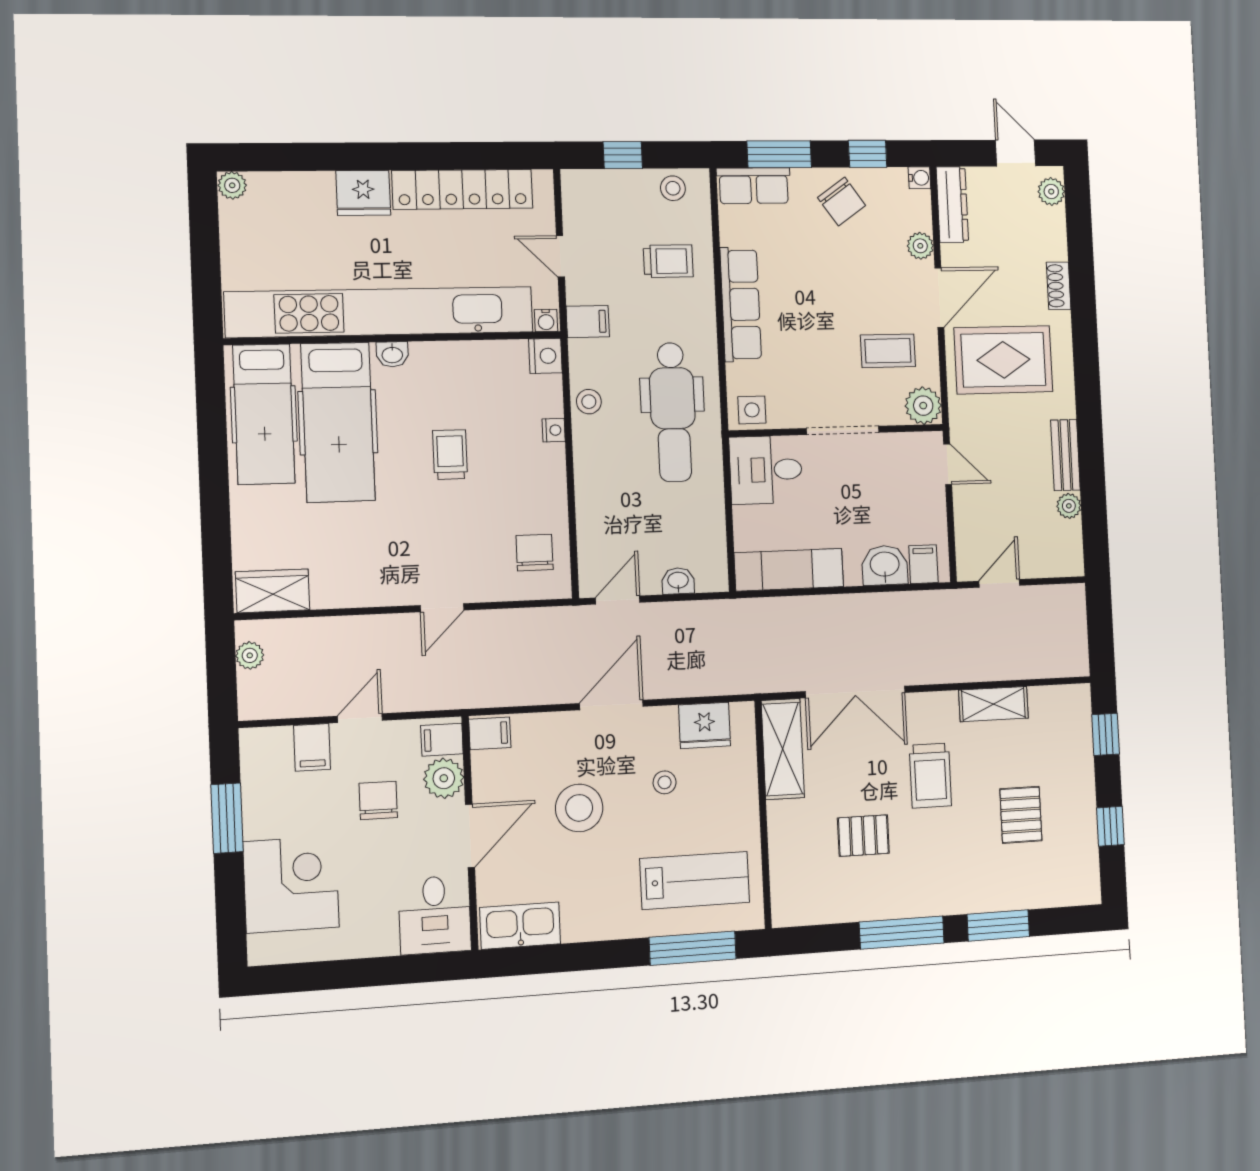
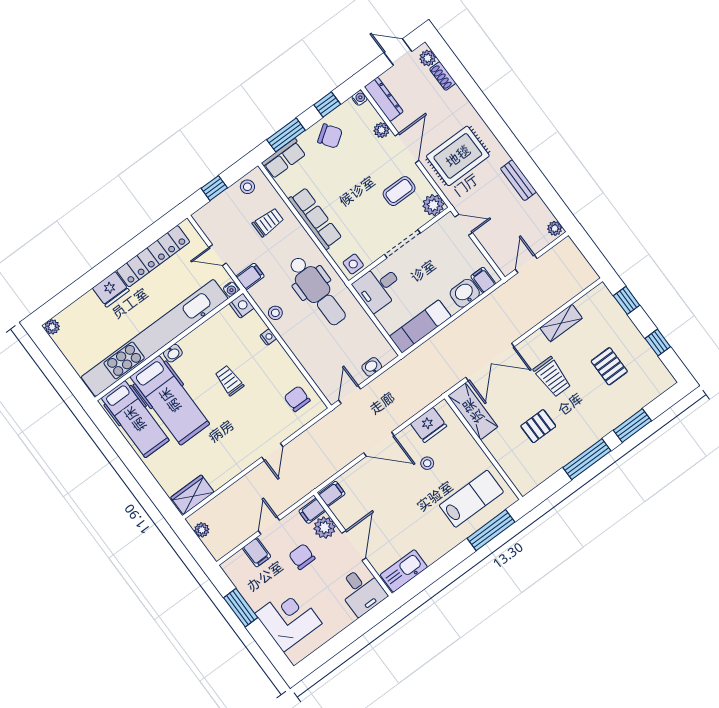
shoe rack: (1059, 286) -> (443, 76), moved
plant: (1069, 506) -> (555, 228), moved
door: (611, 705) -> (379, 444), swing flipped
stool: (579, 808) -> (395, 501), removed

